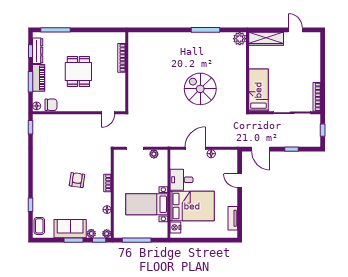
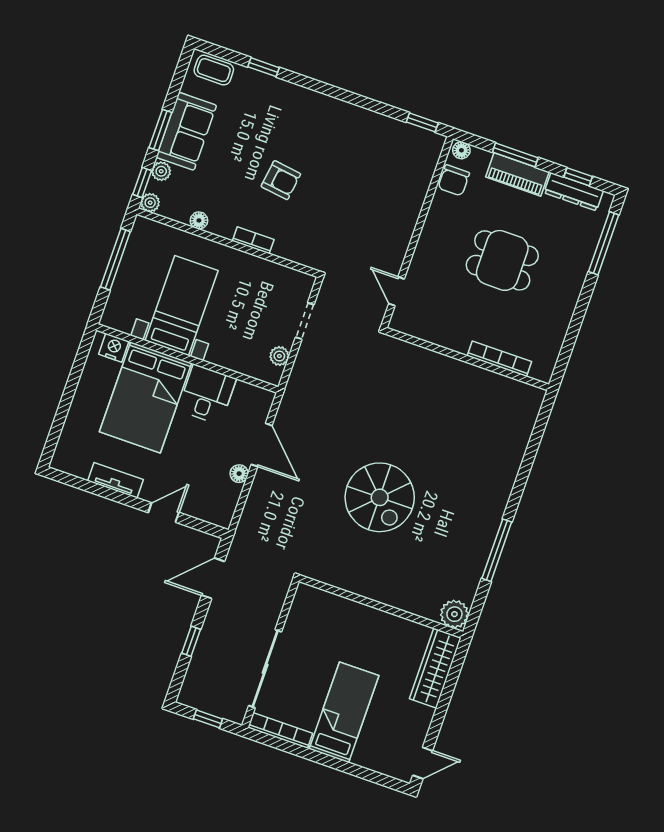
door: (295, 30) -> (423, 763), moved
spiral stairs: (200, 89) -> (380, 497), turned 90
bed: (258, 90) -> (344, 712), moved, turned -90
tv unit: (233, 218) -> (115, 480), moved

